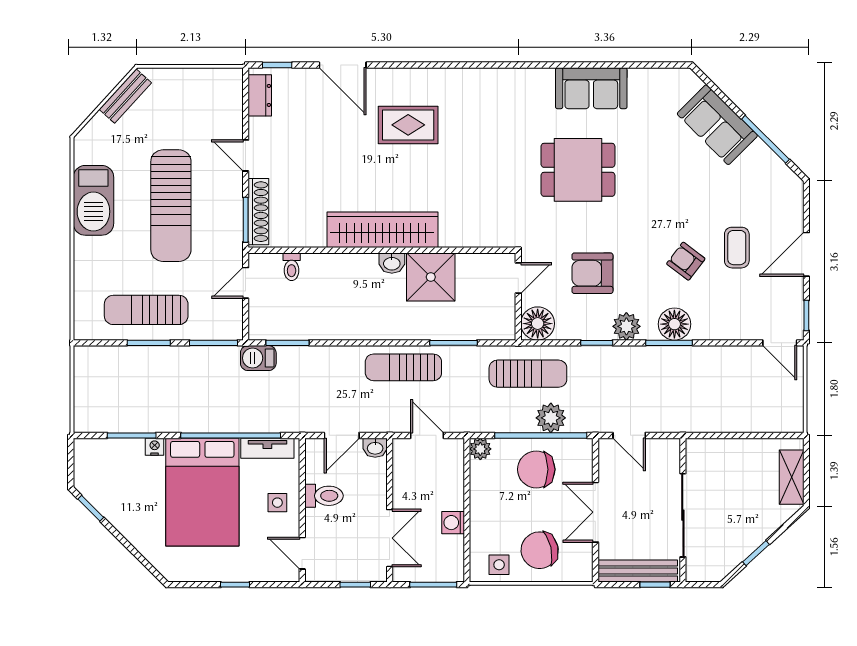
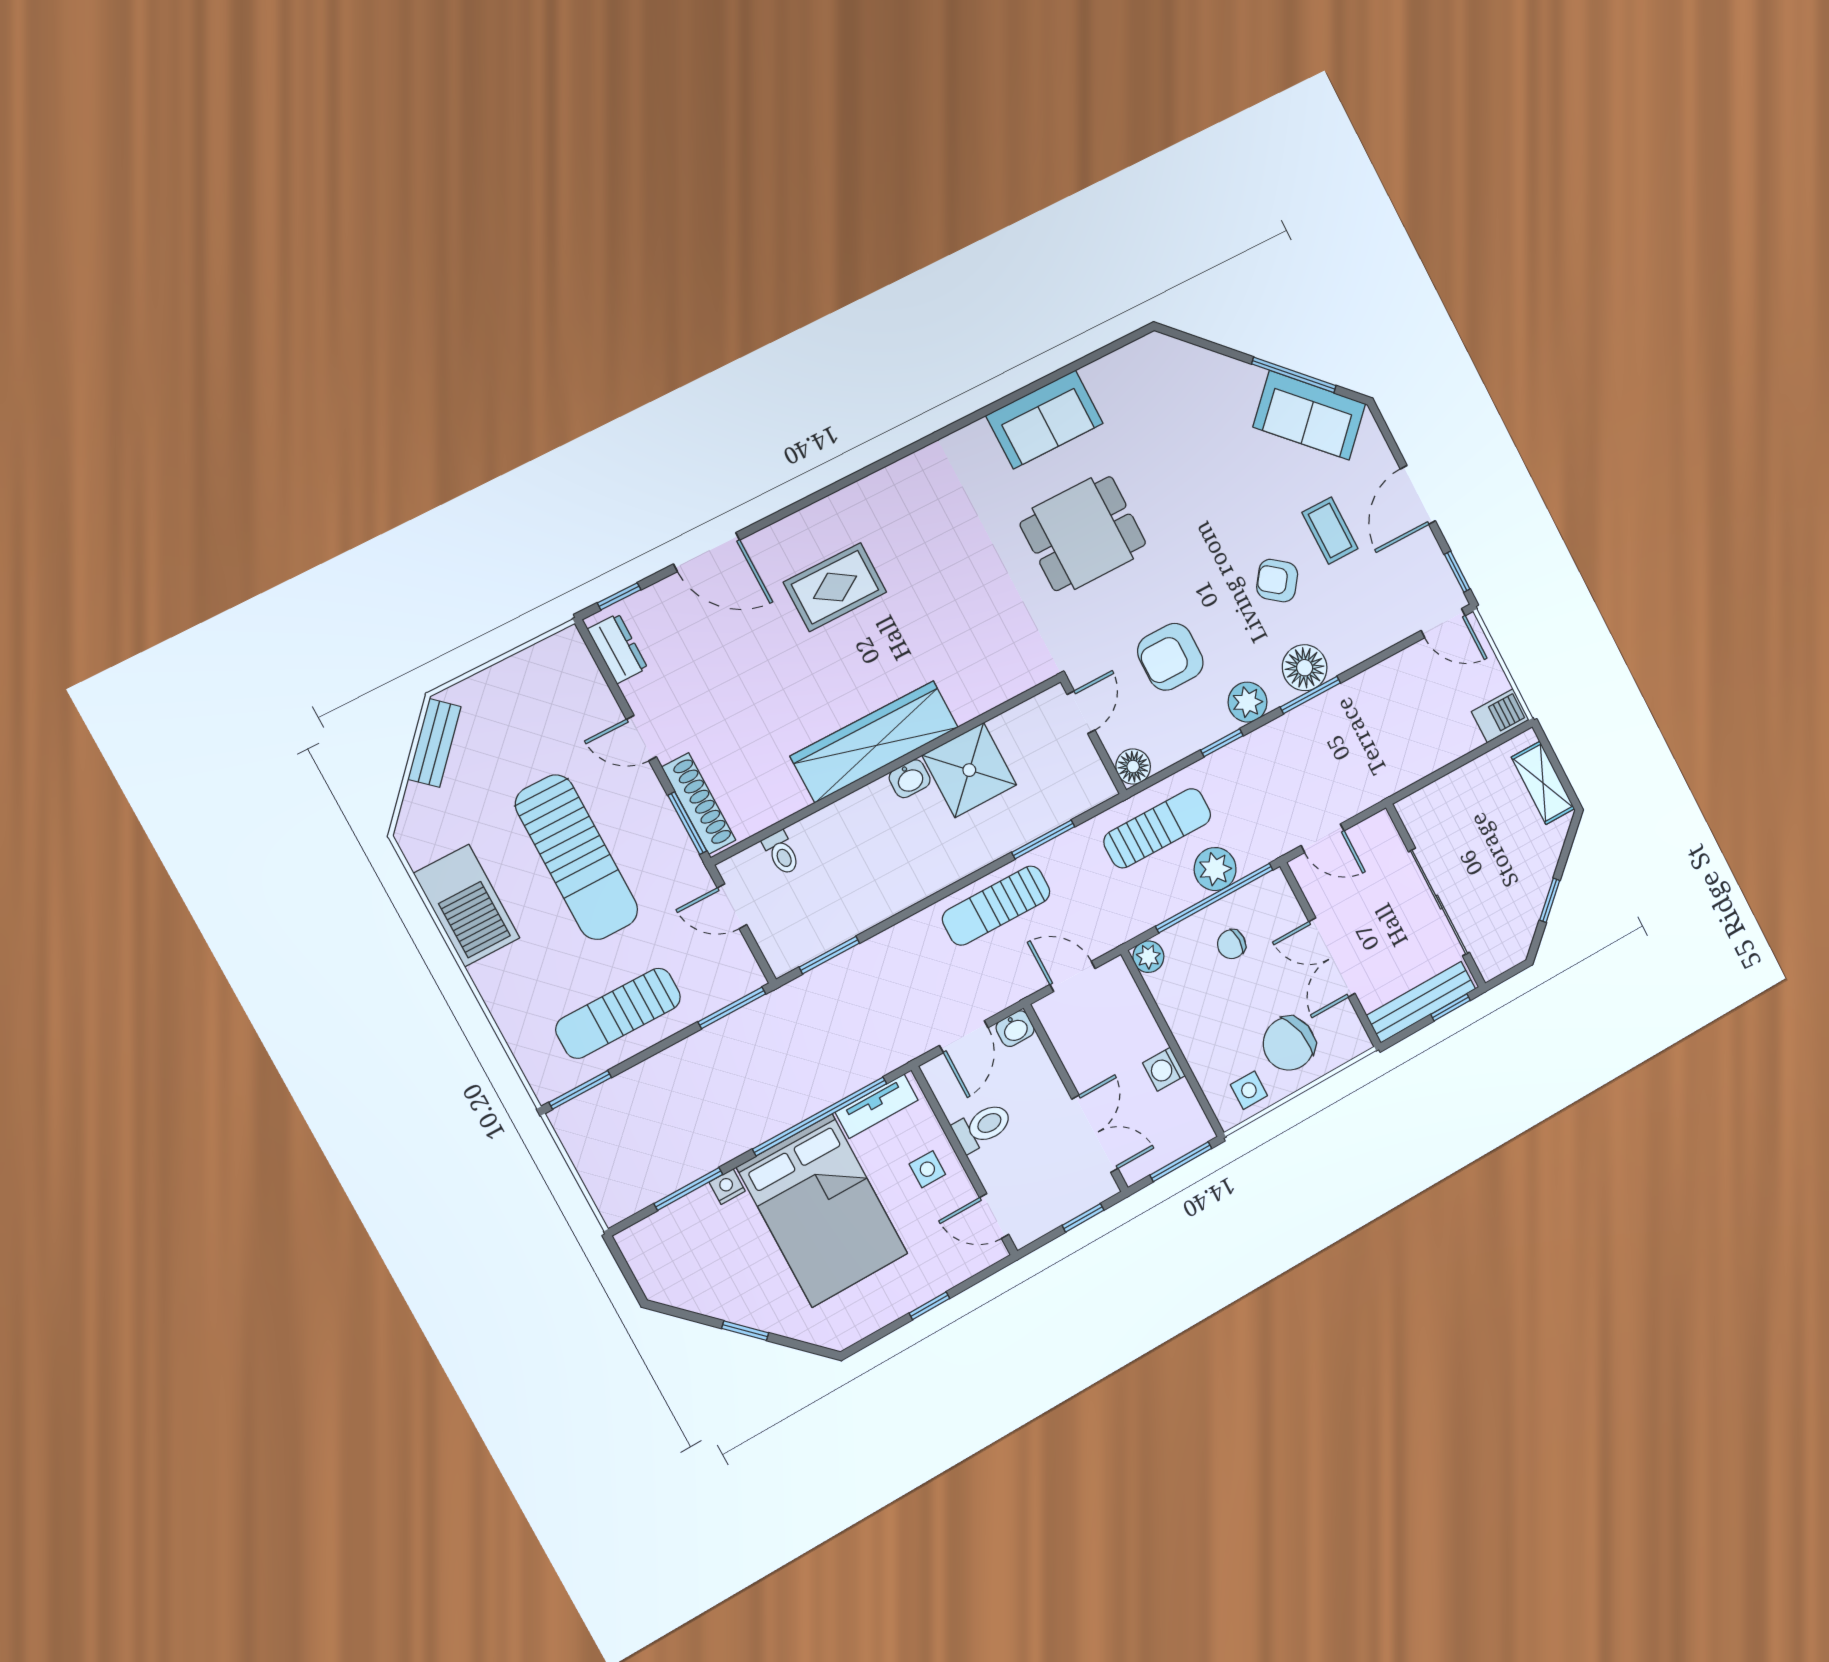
sofa: (717, 125) -> (1309, 415), moved
door: (246, 283) -> (732, 906), hinge flipped
floor lamp: (538, 324) -> (1133, 767), width x0.73, depth x0.73
window: (149, 343) -> (580, 1090), moved
barbecue: (258, 358) -> (1500, 716), moved, turned 180
chair: (536, 469) -> (1231, 944), width x0.54, depth x0.54
window: (91, 508) -> (745, 1331), moved

